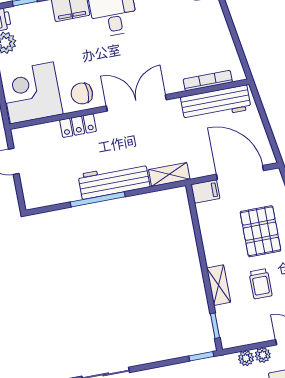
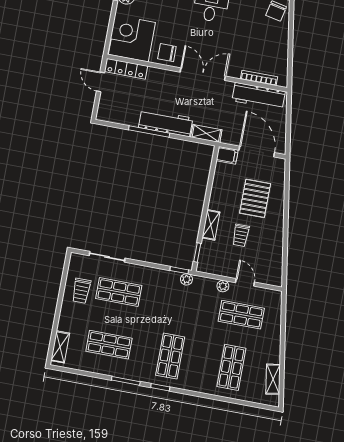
locker: (78, 126) -> (126, 69), moved, width x1.53
plant: (246, 358) -> (186, 279), moved

